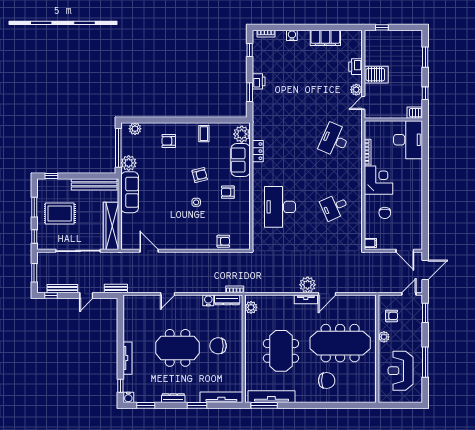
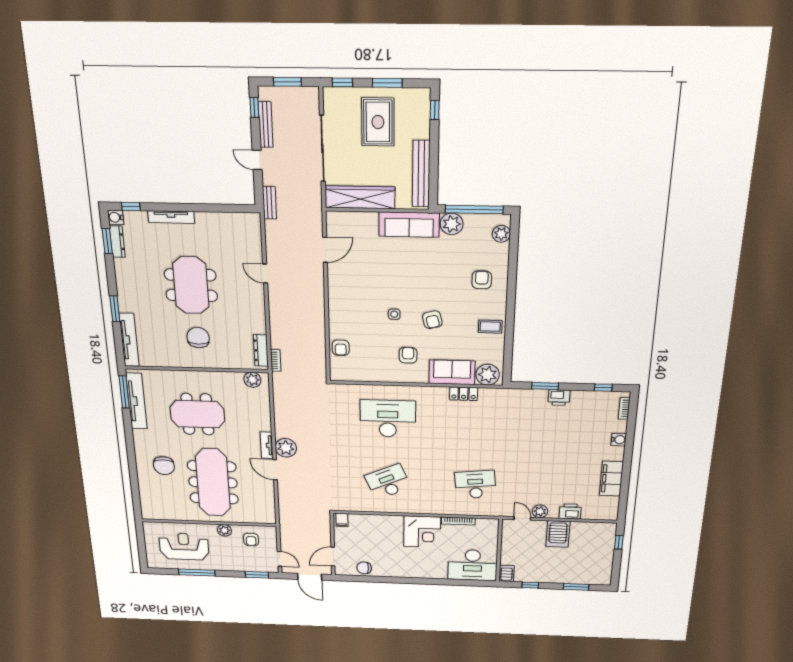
desk: (334, 140) -> (475, 485), turned -30
desk: (334, 207) -> (388, 482), width x1.37
chair: (385, 213) -> (364, 568), moved
water cooler: (208, 300) -> (259, 327), removed
dresser: (173, 398) -> (117, 242), moved

